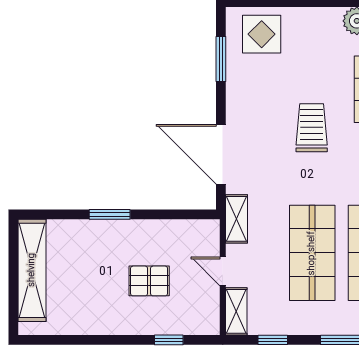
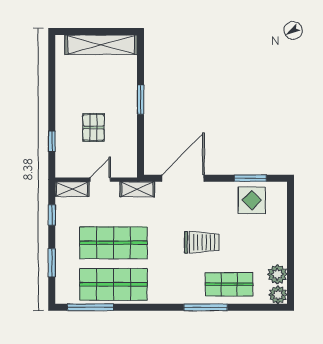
display table: (262, 34) -> (252, 200), moved

